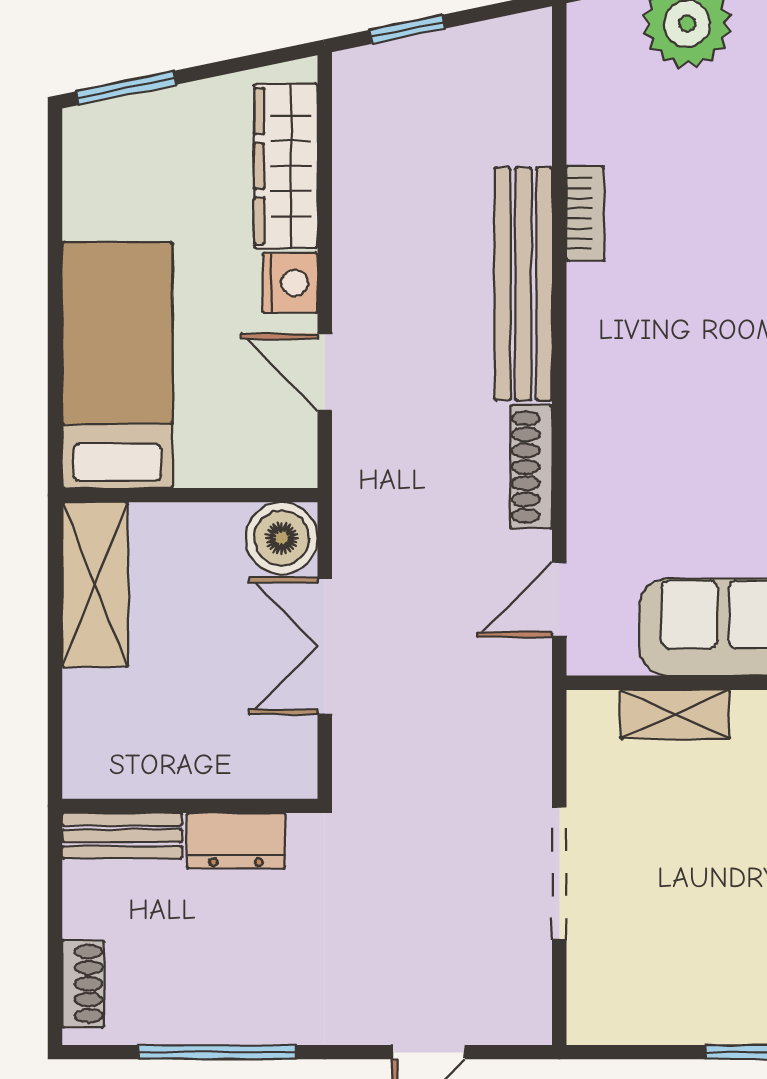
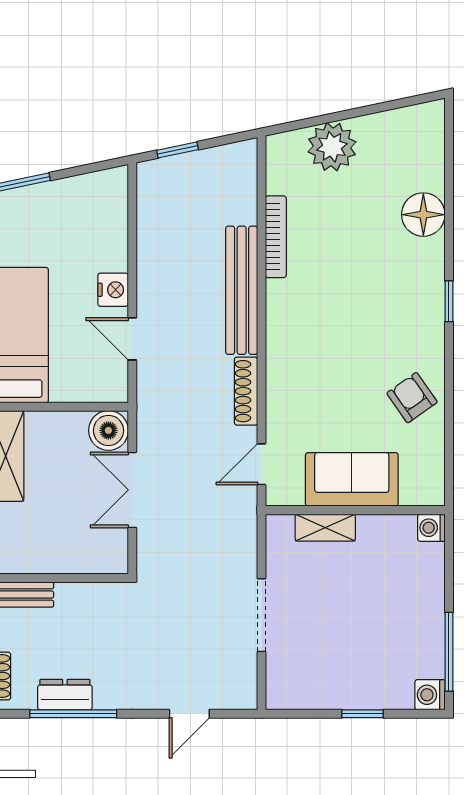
wardrobe: (286, 166) -> (111, 225), removed
bookcase: (585, 213) -> (276, 237), width x1.56
dresser: (236, 841) -> (65, 695), moved, turned 180

